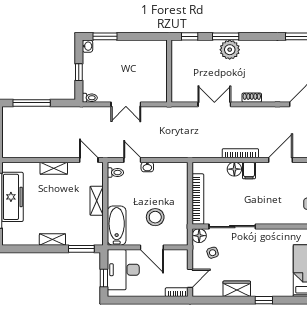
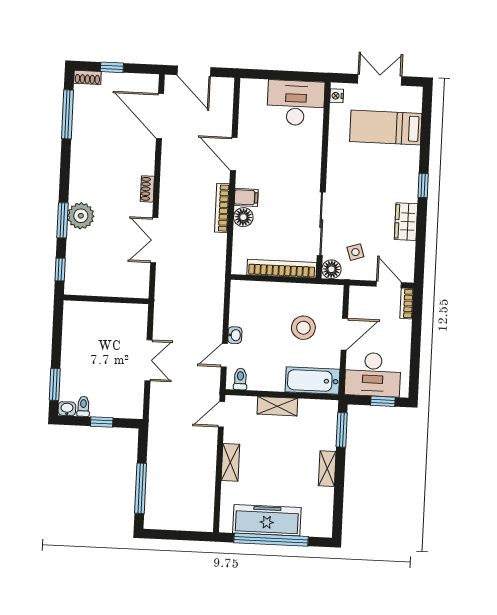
toilet: (90, 98) -> (83, 406), moved

